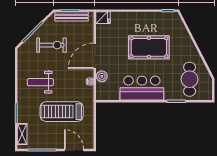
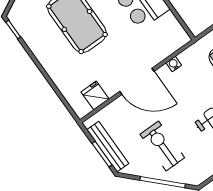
fridge: (103, 18) -> (95, 95), moved
plant: (102, 76) -> (156, 54), removed

